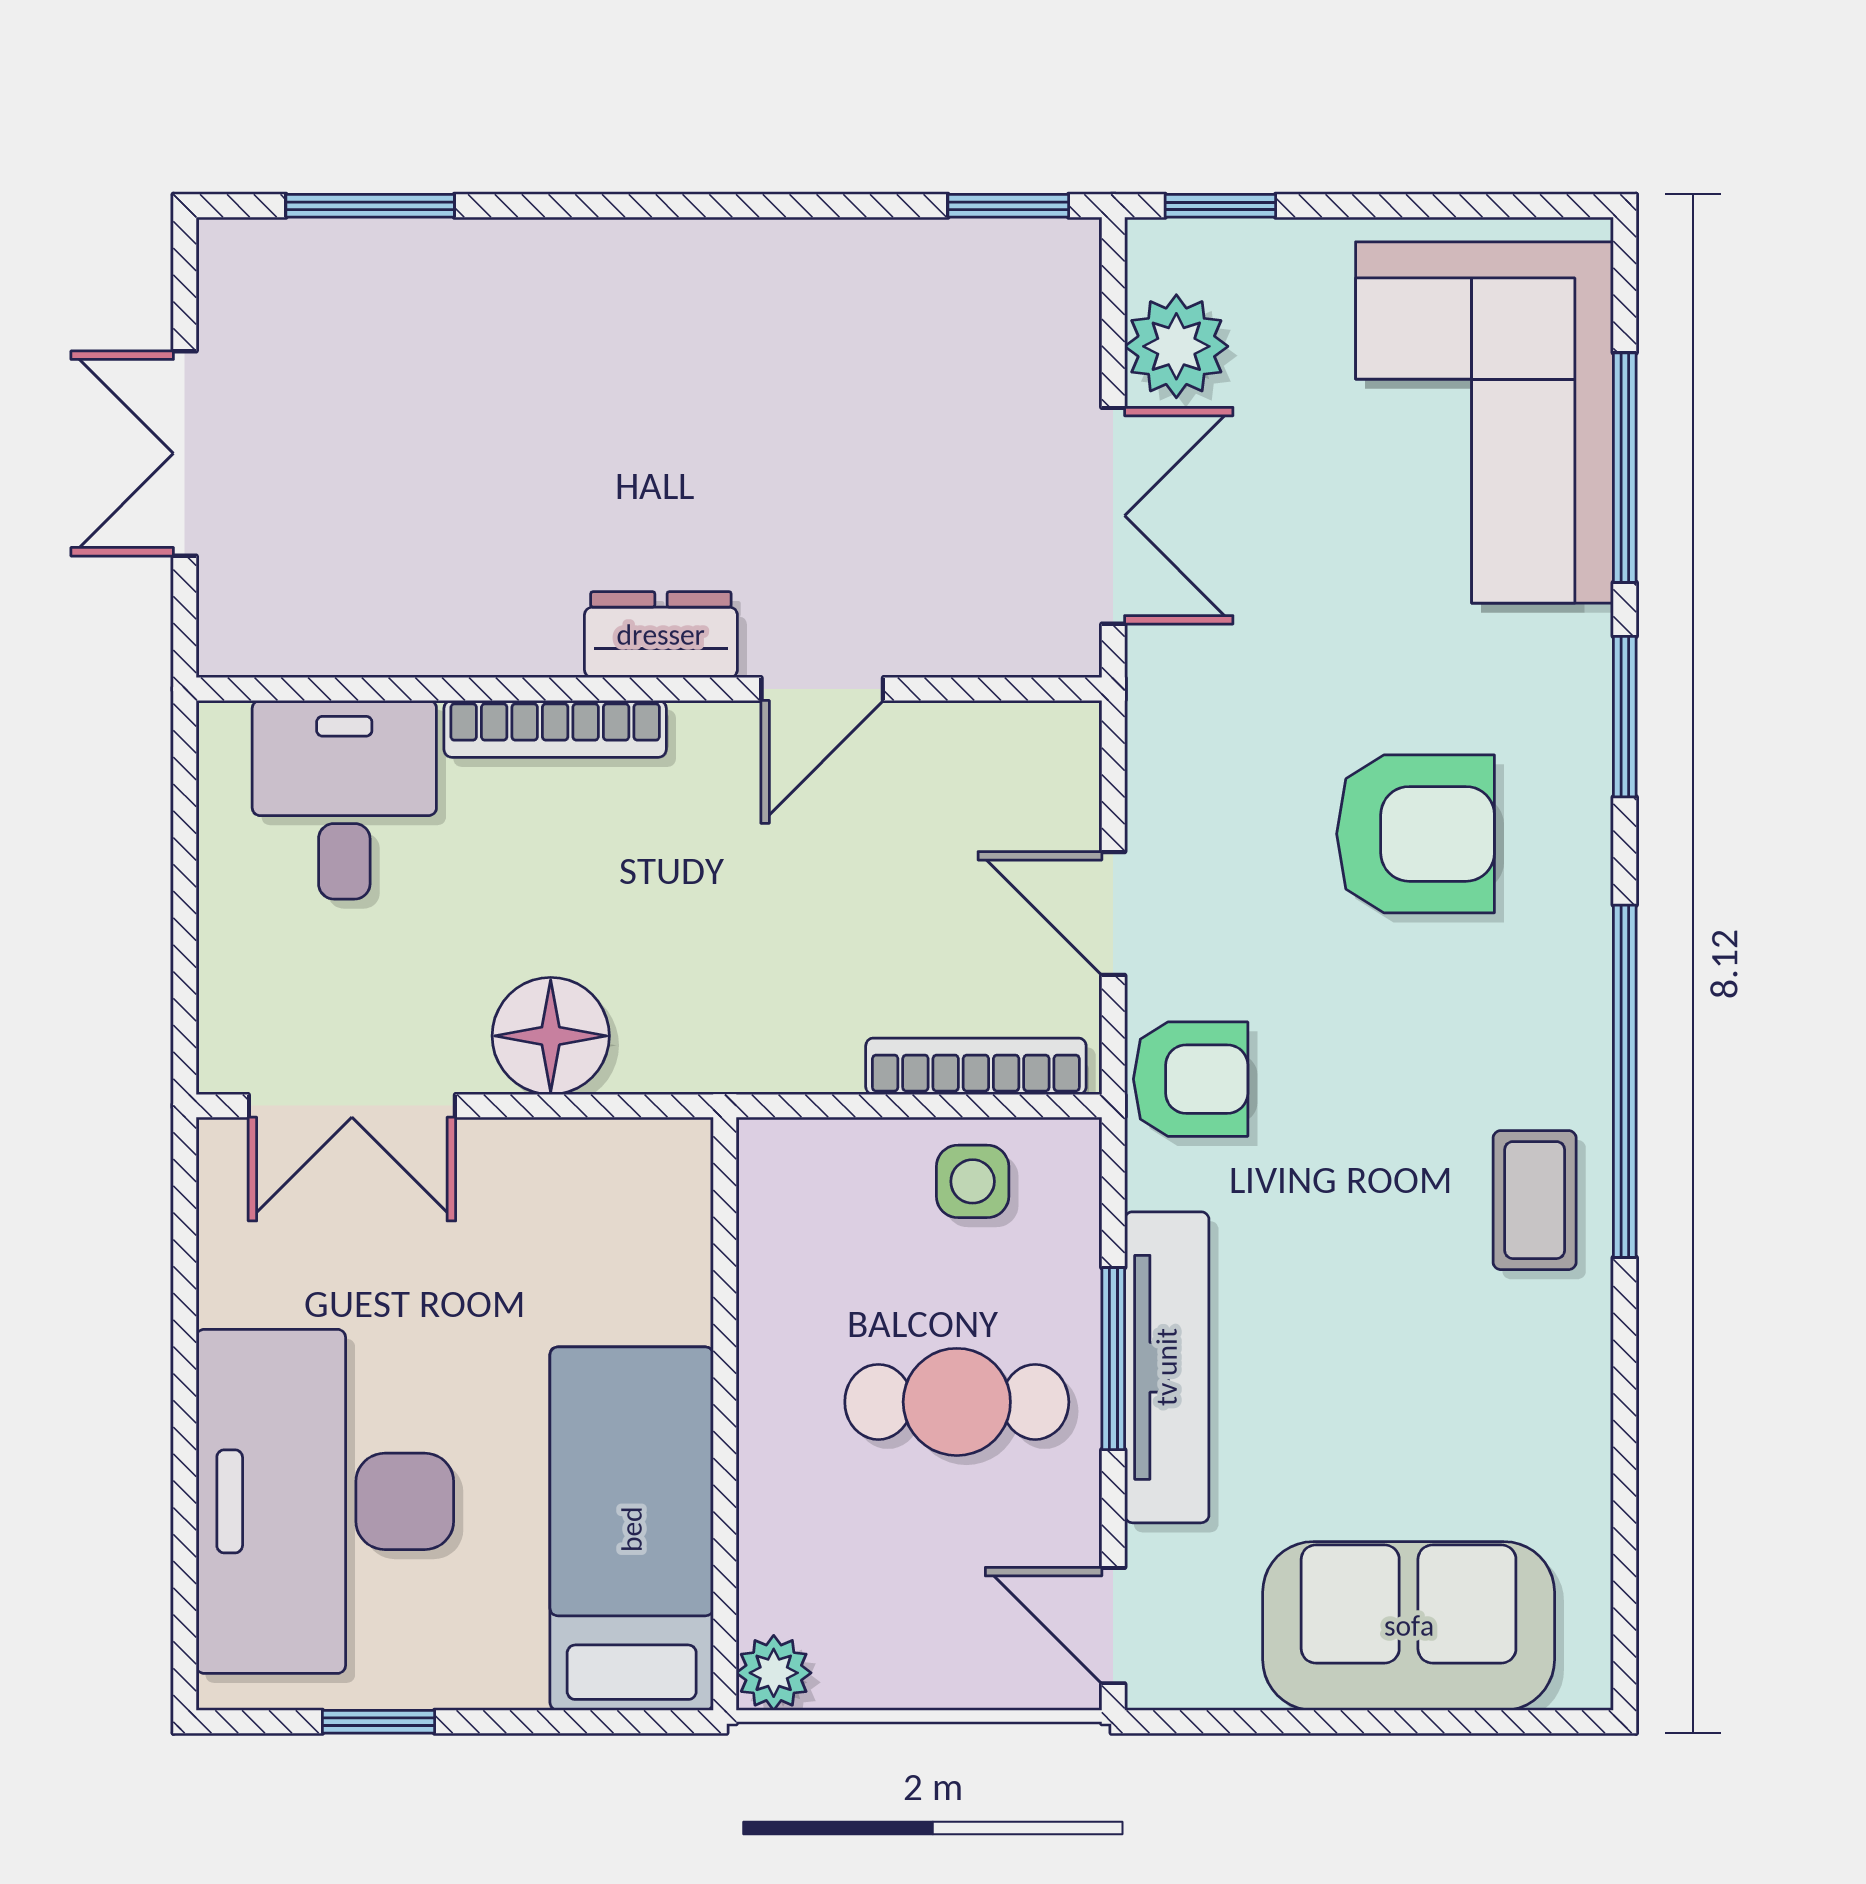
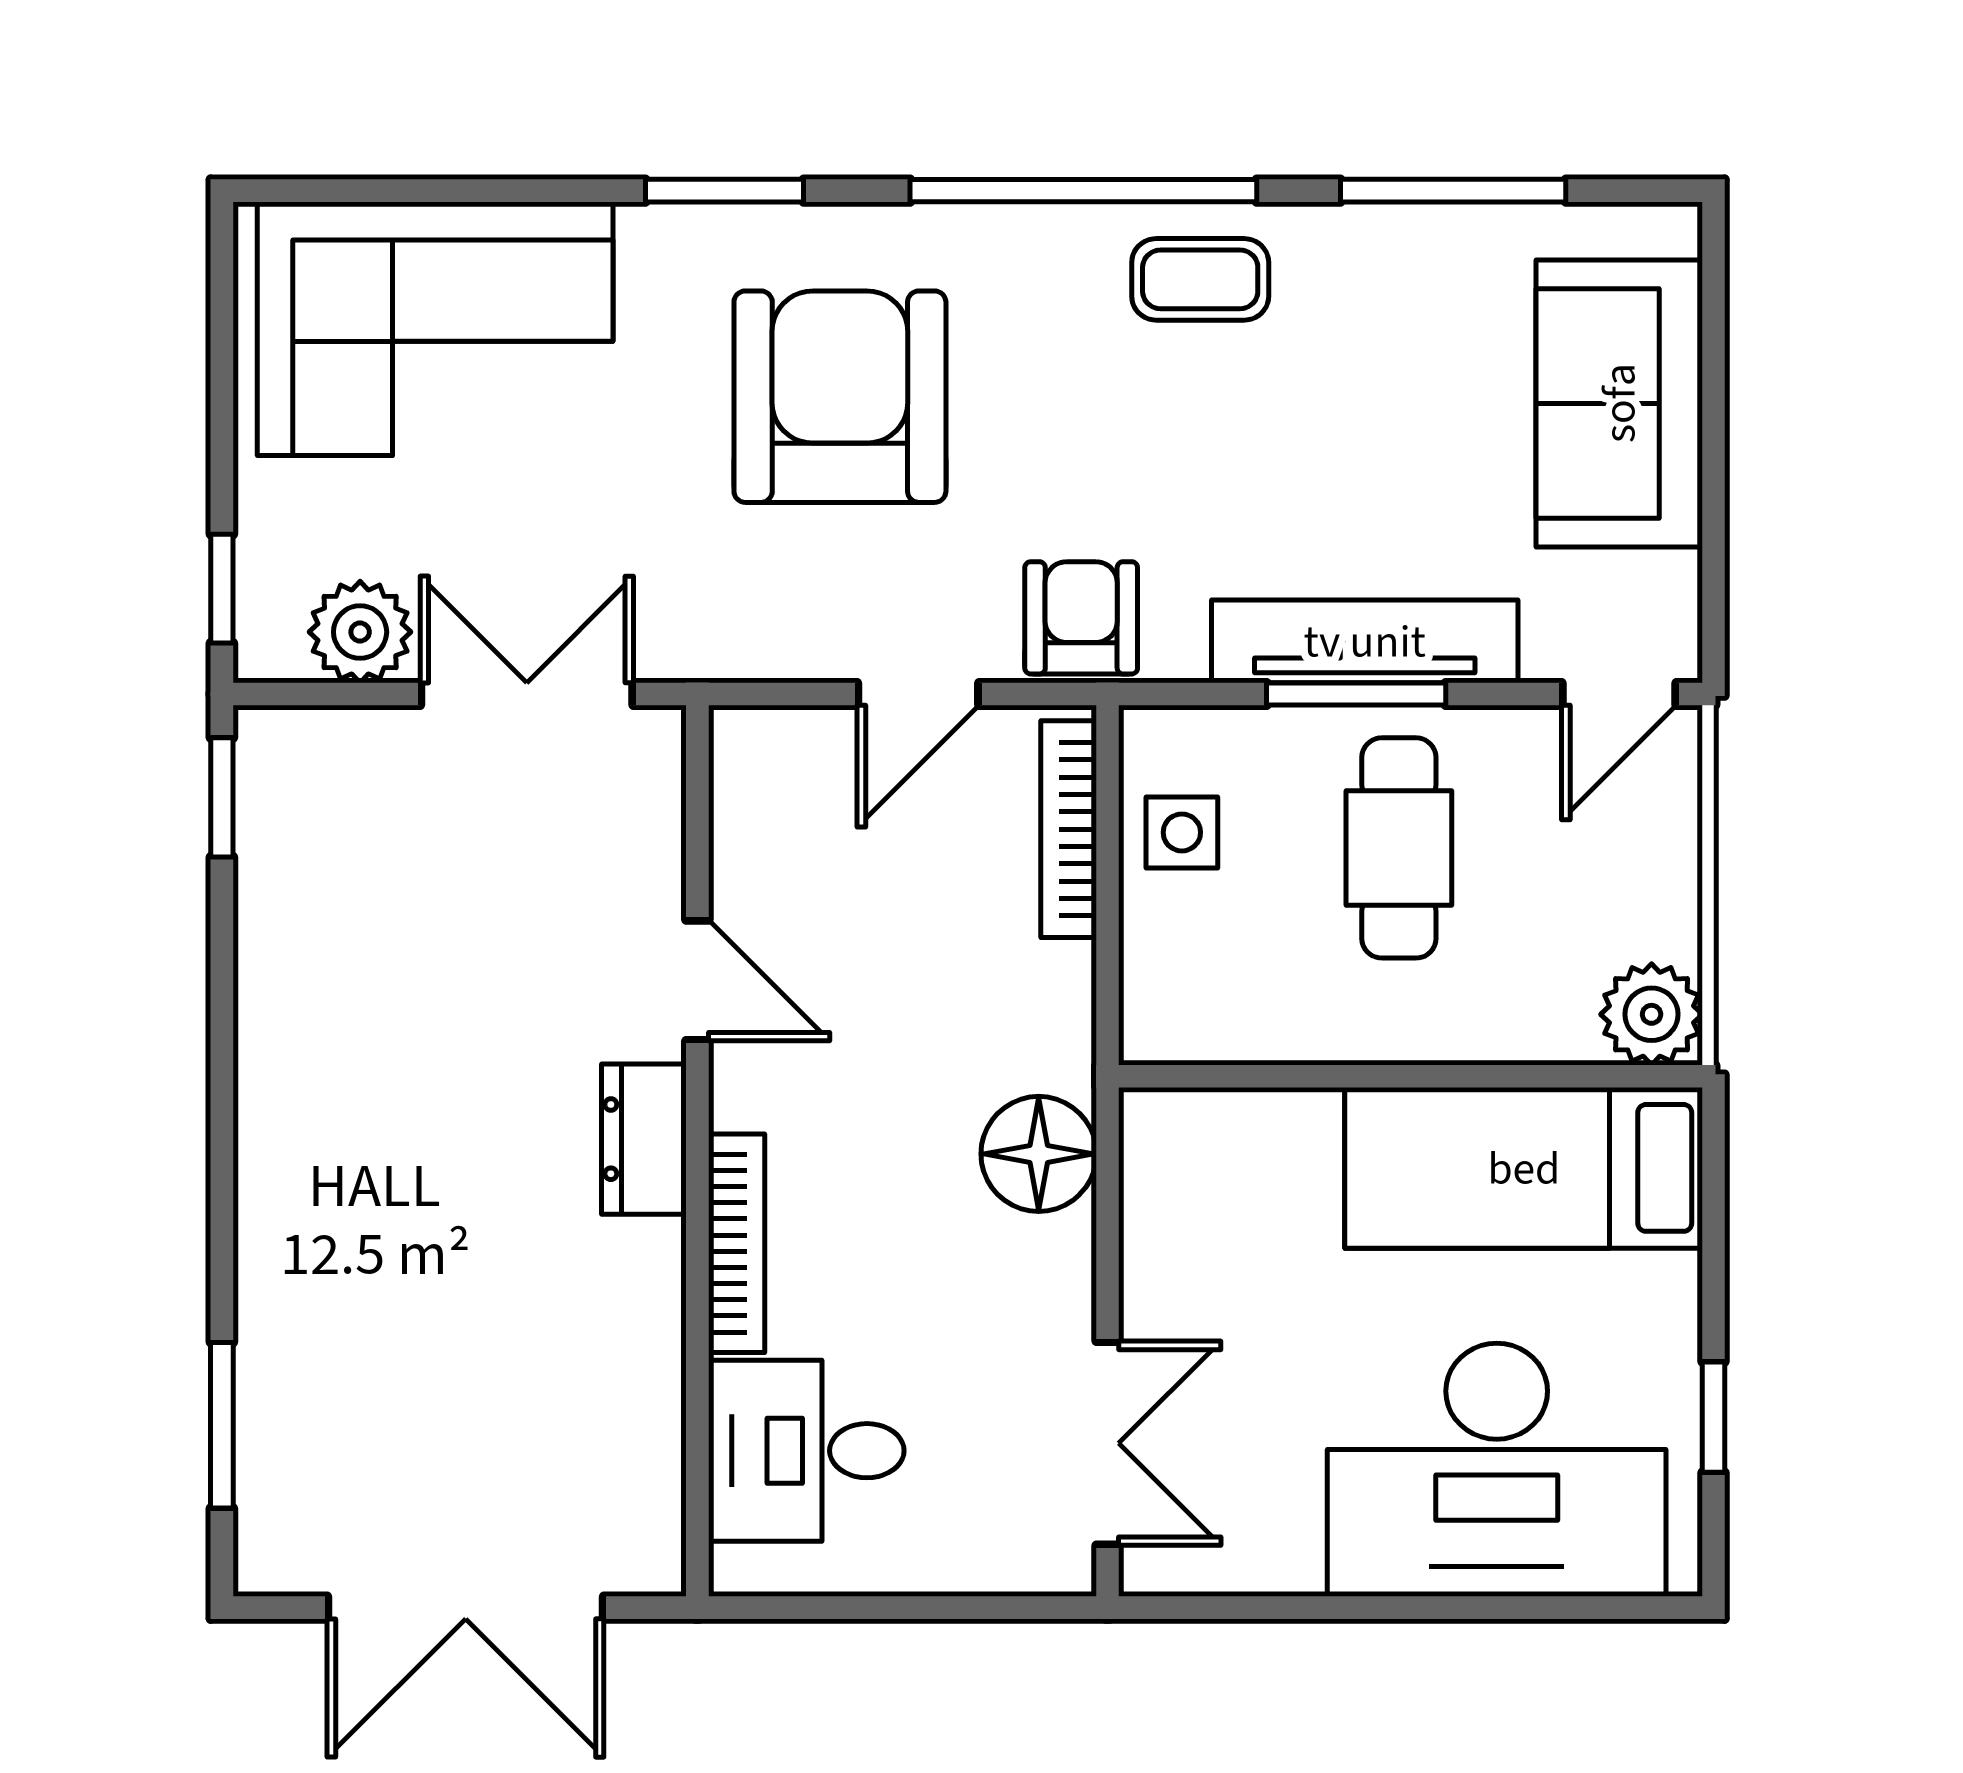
double door: (185, 453) -> (466, 1608), width x1.37
window: (1625, 468) -> (1453, 191), moved
armchair: (1415, 834) -> (840, 397), width x1.36, depth x1.36
floor lamp: (551, 1036) -> (1039, 1154), moved
plant: (774, 1673) -> (1652, 1014), width x1.38, depth x1.38

